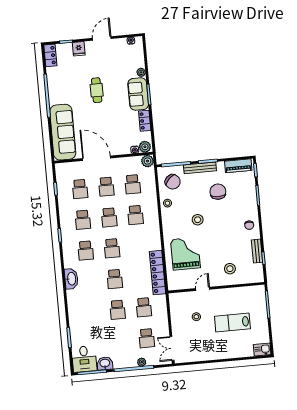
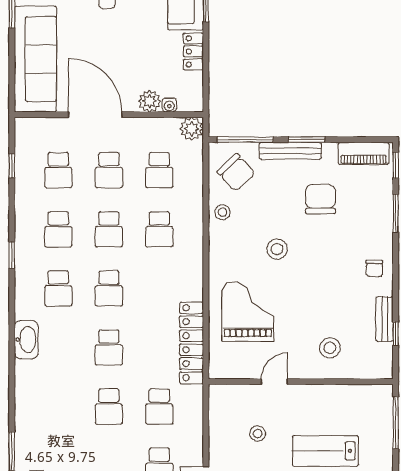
plant: (145, 147) -> (149, 101), moved

